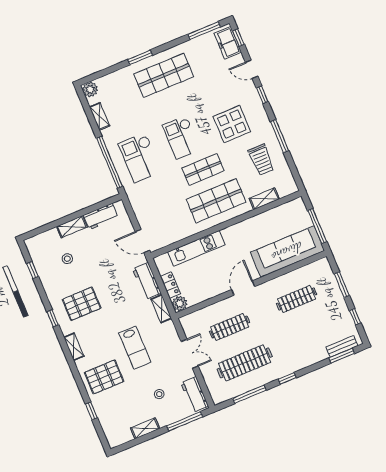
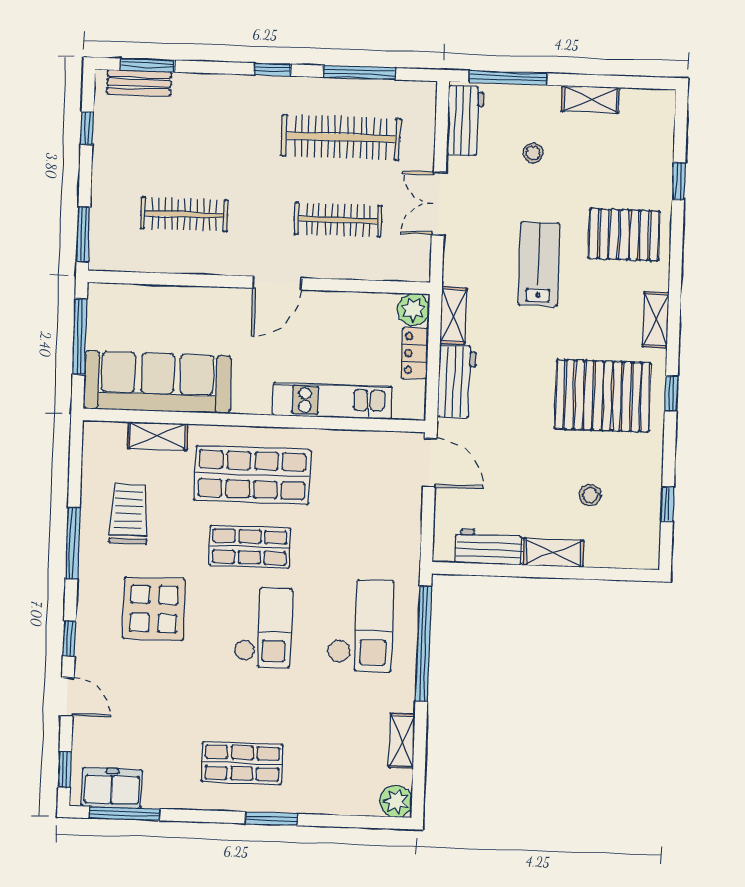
freezer: (228, 43) -> (112, 788), moved, turned -90
shop shelf: (164, 75) -> (242, 763), width x0.70, depth x0.74
sofa: (287, 252) -> (157, 382), moved, turned 180
window: (342, 285) -> (83, 234), moved
pallet: (82, 304) -> (603, 396), width x1.37, depth x1.41

